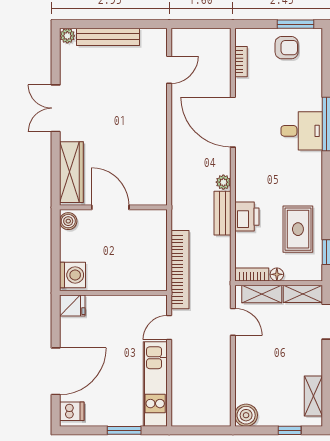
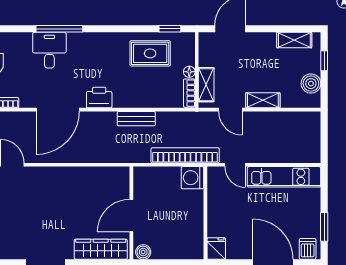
desk: (302, 131) -> (49, 50), moved
plant: (223, 182) -> (110, 118), removed
printer: (247, 217) -> (99, 98), moved
washing machine: (73, 275) -> (192, 178), moved, turned -90
shelving: (303, 294) -> (263, 100), moved, turned 90
door: (233, 322) -> (230, 110), swing flipped
boiler: (246, 415) -> (311, 84), moved
window: (124, 430) -> (324, 227), moved

